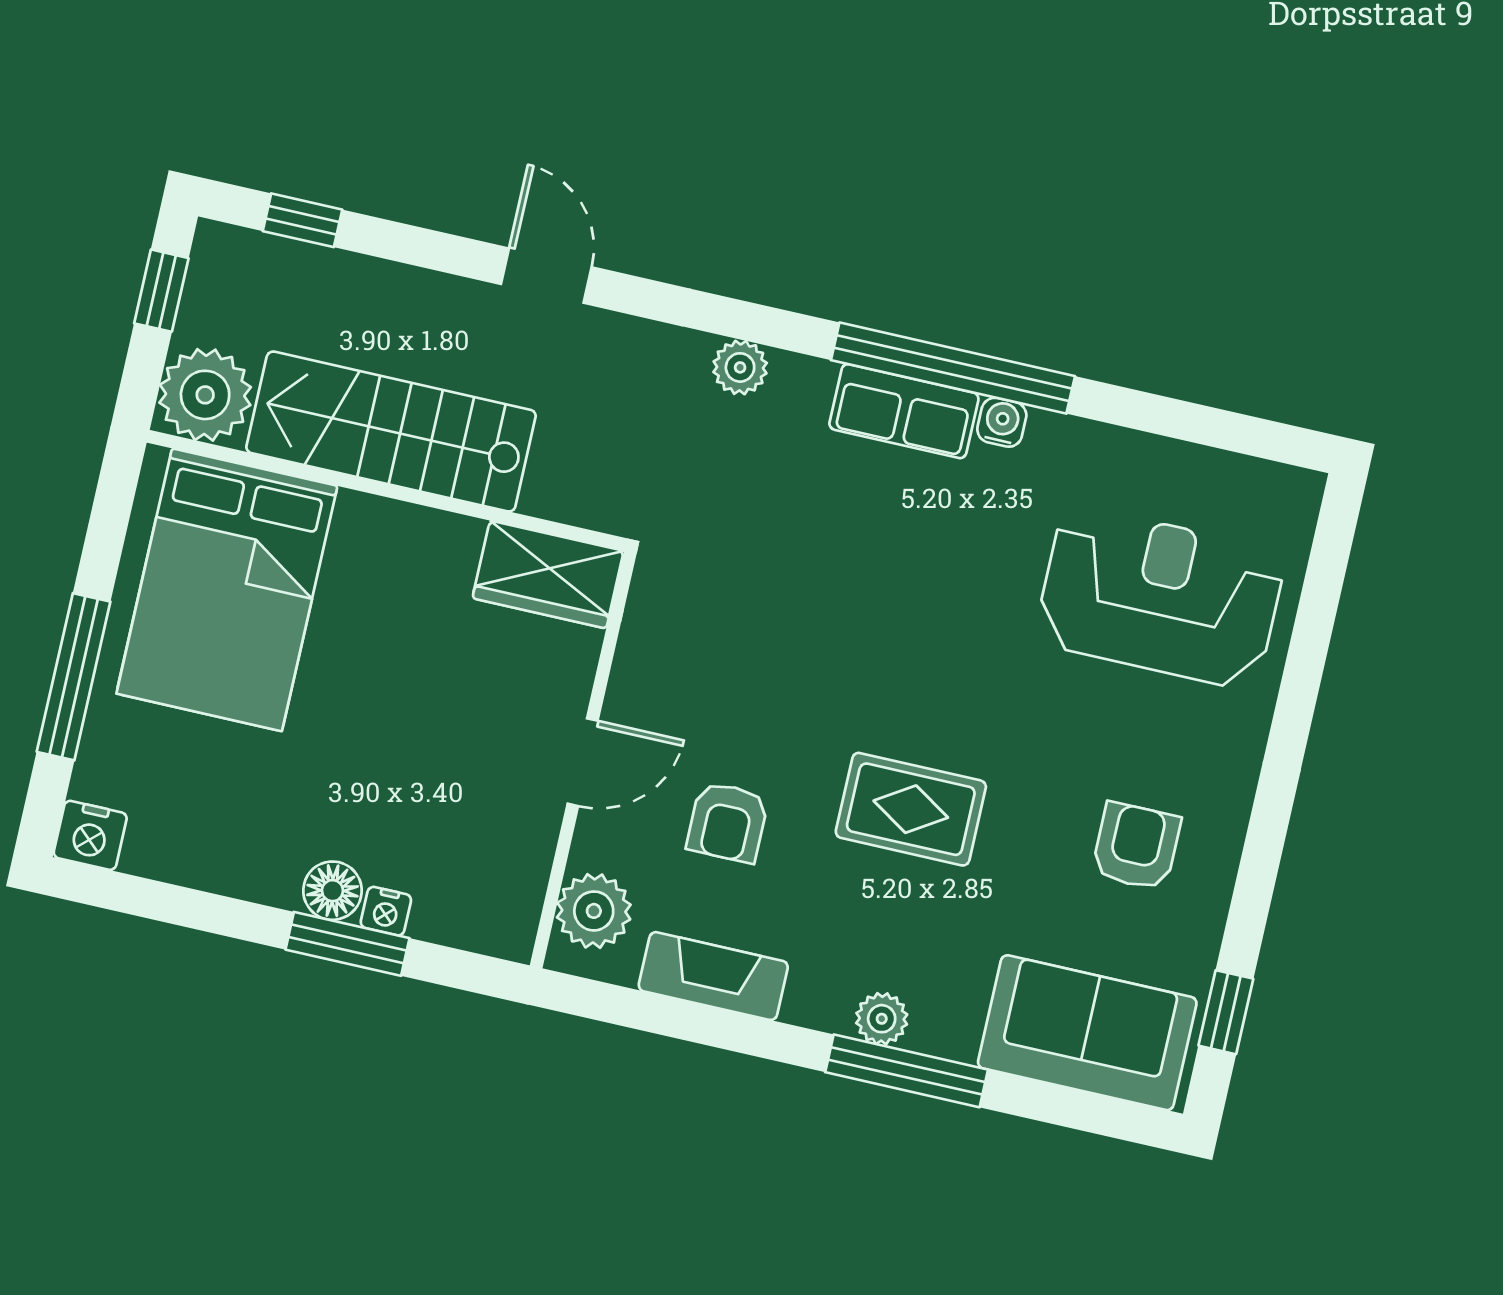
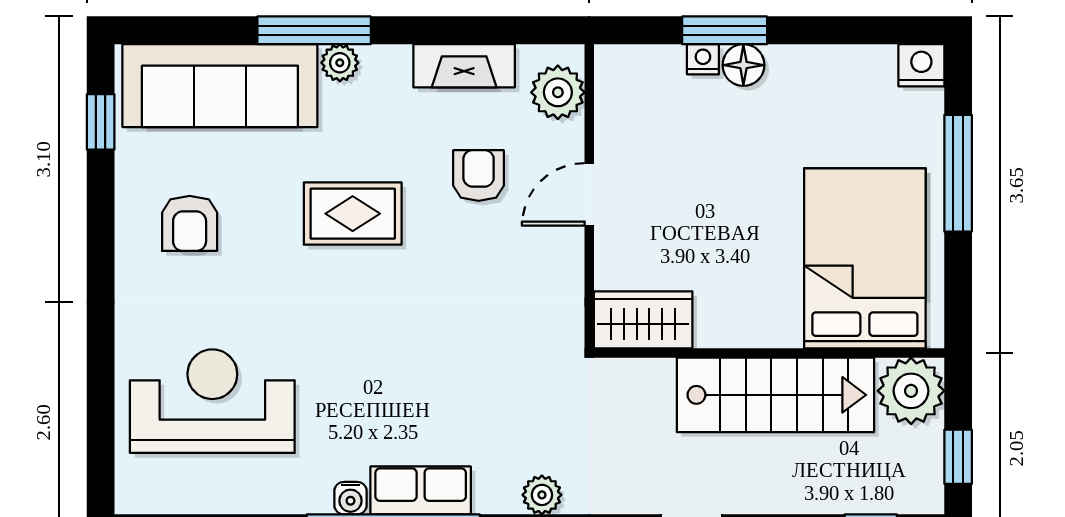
reception desk: (1160, 597) -> (212, 401), turned 180
sofa: (1087, 1033) -> (220, 86), width x1.36

